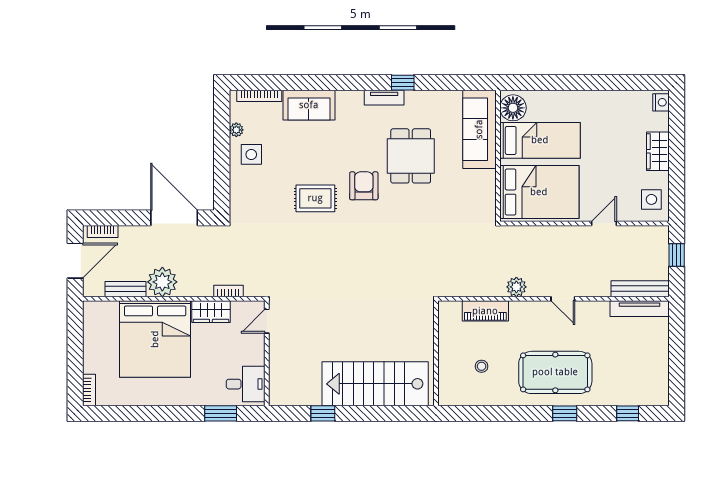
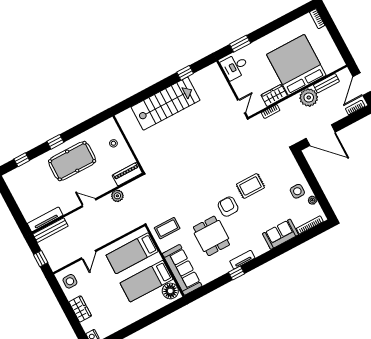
armchair: (364, 186) -> (228, 207), turned 180
bed: (539, 192) -> (132, 253), width x0.67
coffee table: (469, 202) -> (167, 228), added
wall: (436, 353) -> (128, 144), moved

